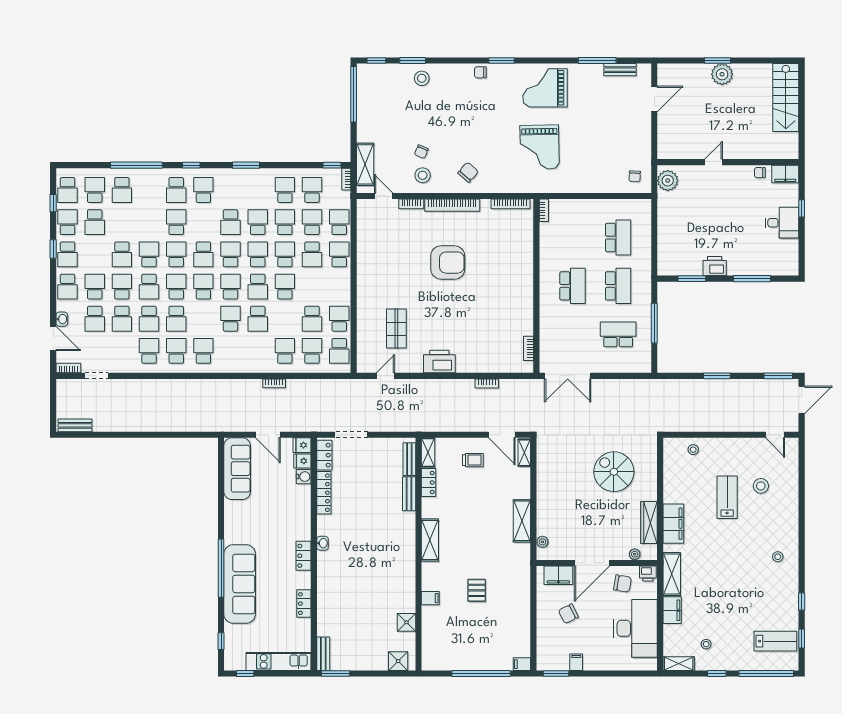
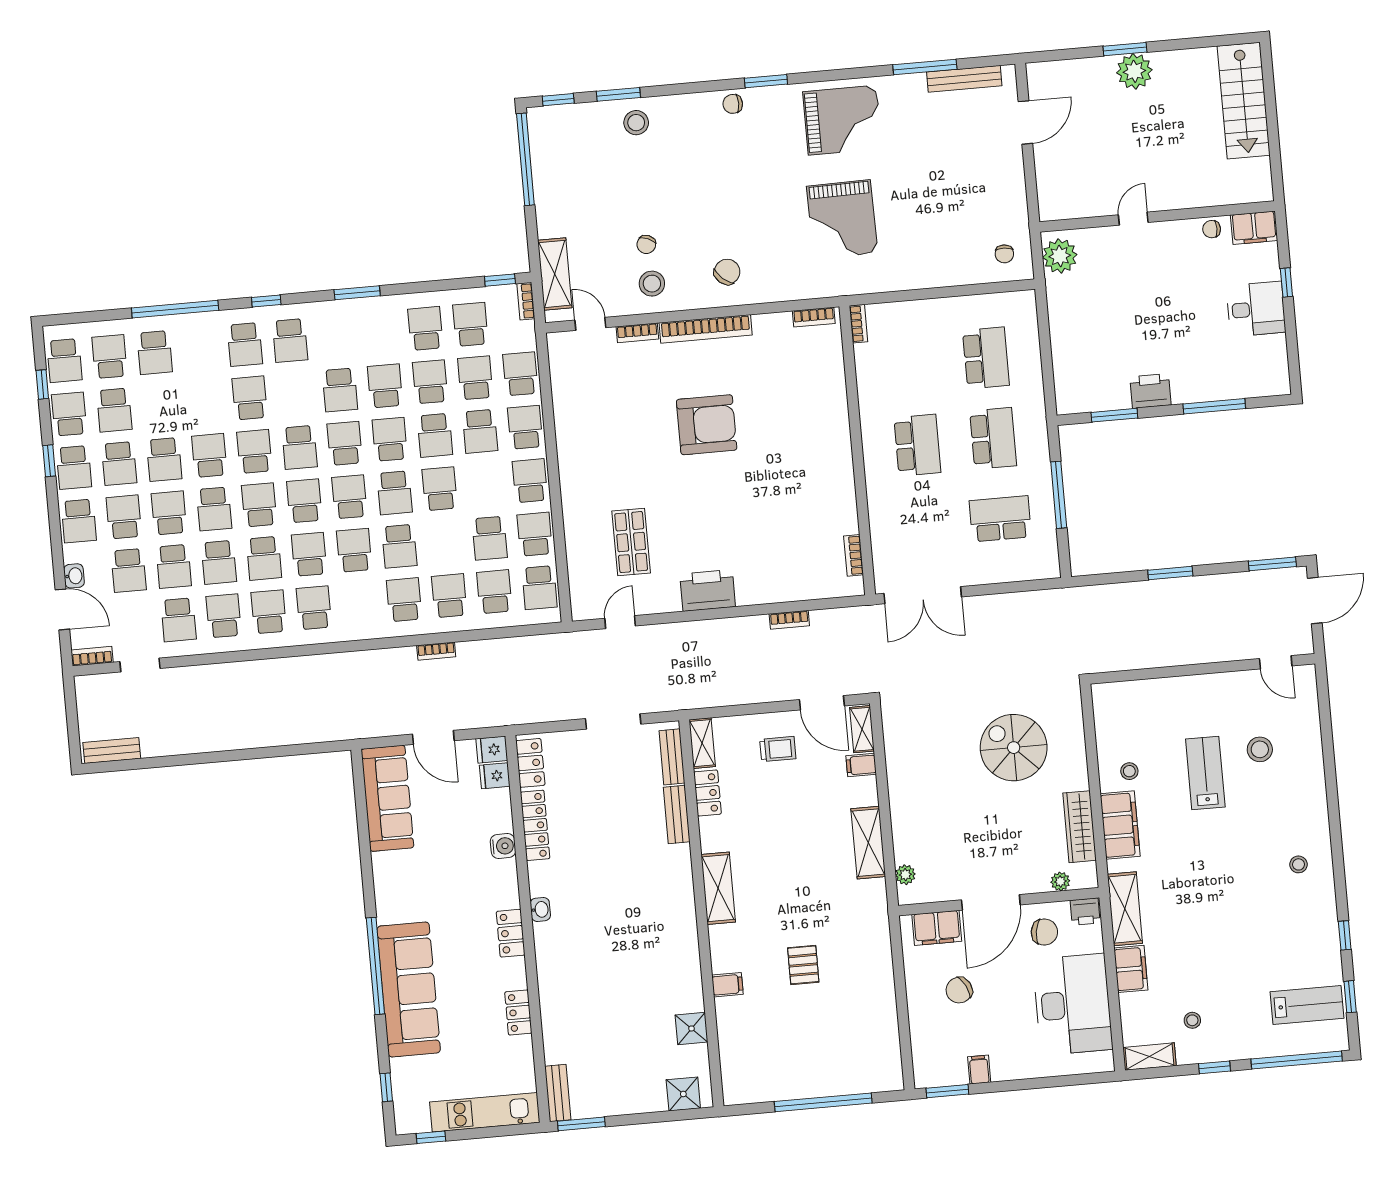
bench: (620, 70) -> (964, 79), width x1.36
grand piano: (545, 88) -> (842, 120), turned 180
school desk: (203, 190) -> (290, 340), turned 180
bookcase: (510, 204) -> (814, 317), width x0.64
school desk: (95, 254) -> (119, 463), added
school desk: (285, 254) -> (435, 435), turned 180
school desk: (339, 287) -> (530, 481), added
school desk: (203, 319) -> (309, 554), added
school desk: (122, 351) -> (178, 620), added
school desk: (258, 351) -> (404, 600), added
doorway: (351, 435) -> (613, 721), moved
stool: (693, 450) -> (1129, 771), moved
water cooler: (304, 477) -> (503, 846), moved
filing cabinet: (522, 664) -> (861, 765), moved

